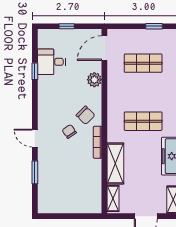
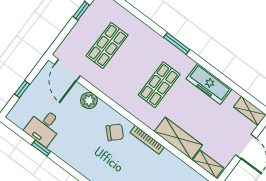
chair: (69, 131) -> (118, 158), removed

